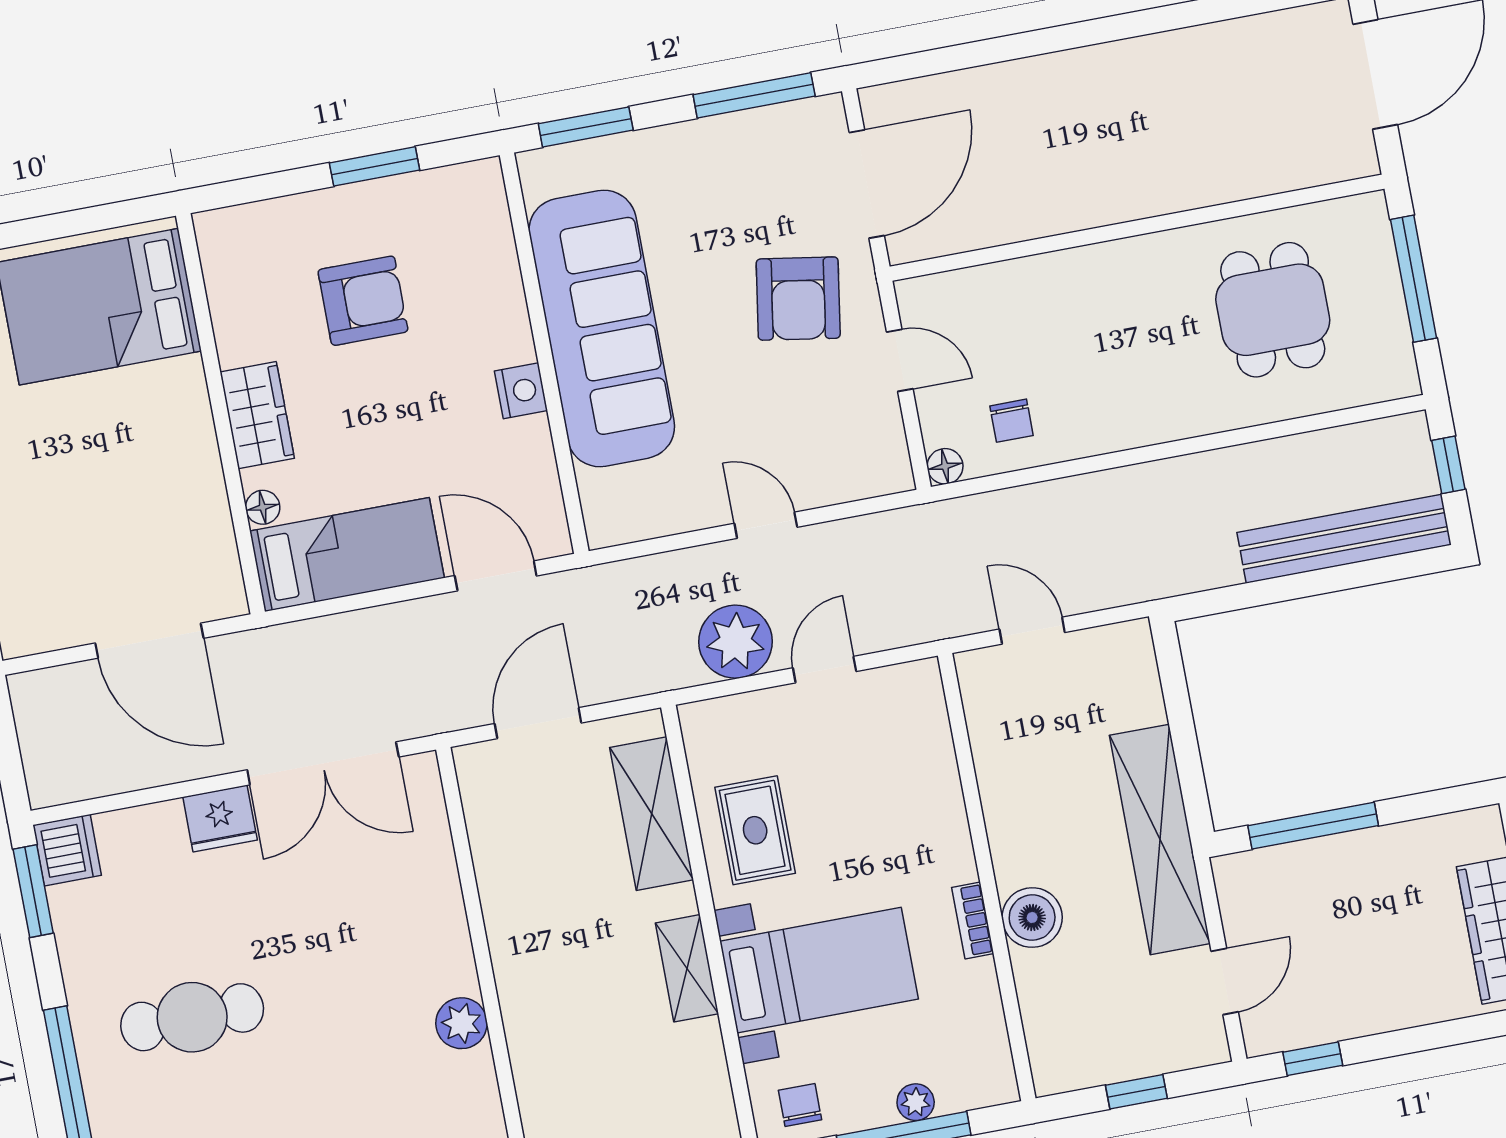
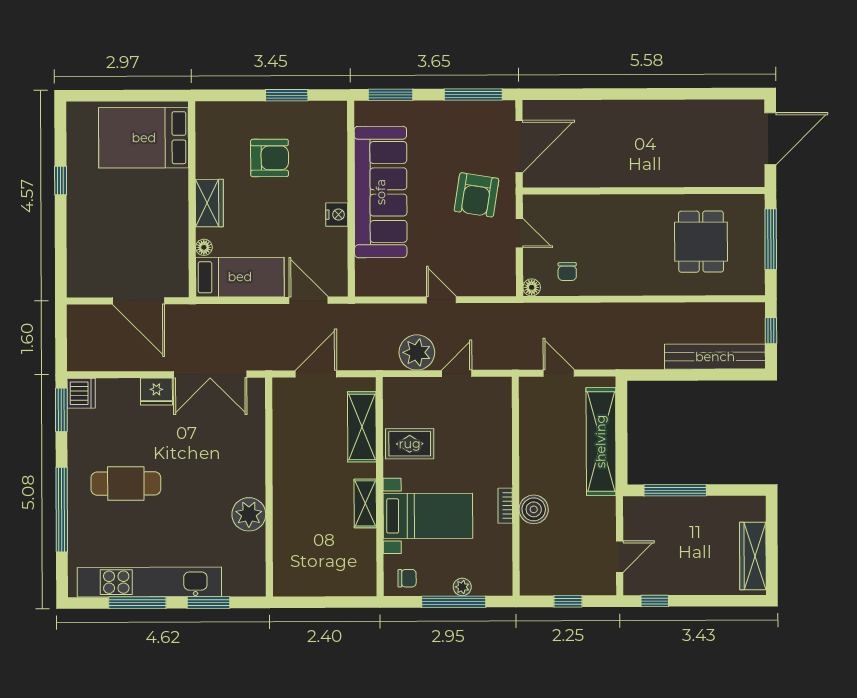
rug: (755, 830) -> (410, 444), turned 90
shelving: (1160, 839) -> (601, 441), moved
plant: (461, 1023) -> (249, 514), width x1.36, depth x1.36
chair: (800, 1105) -> (407, 578), turned 90

